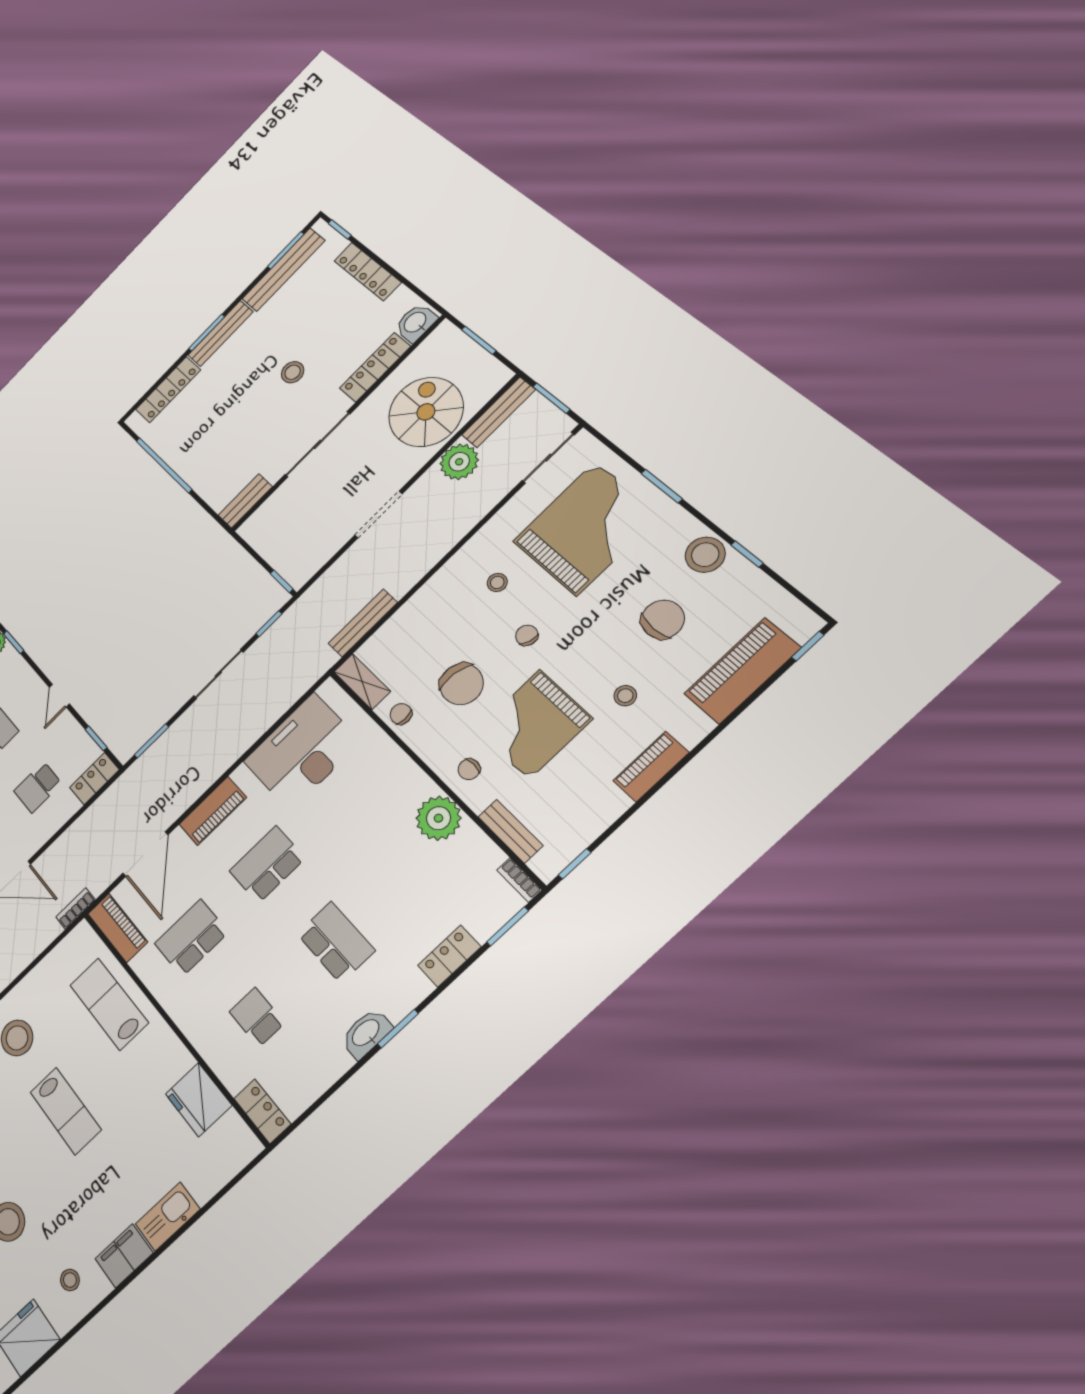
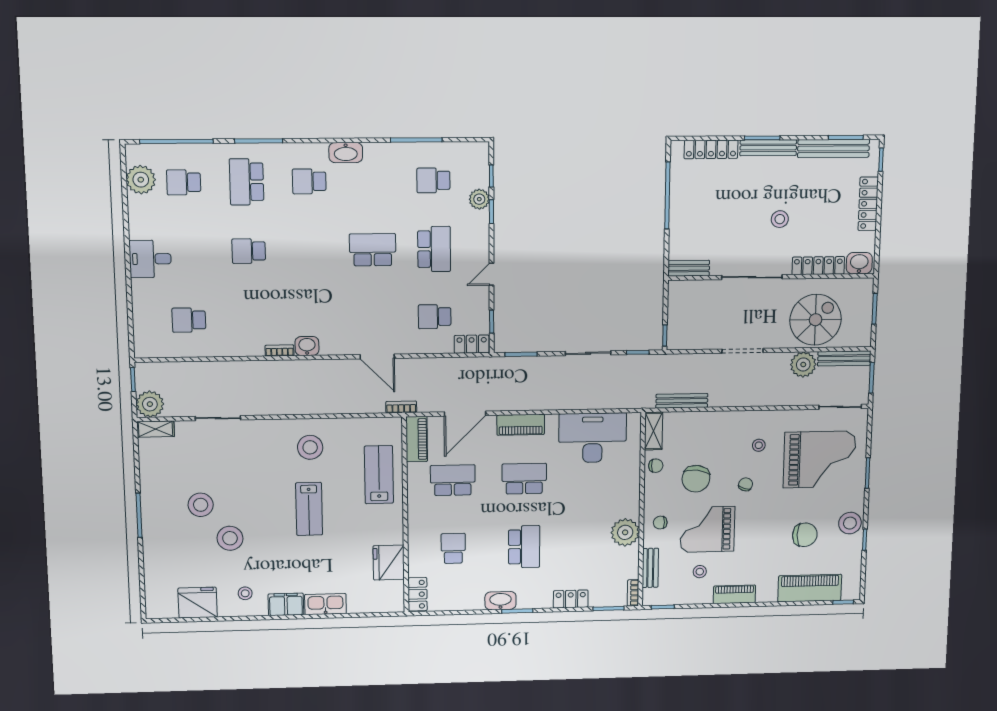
stool: (625, 696) -> (700, 572), moved
chair: (401, 714) -> (656, 466), turned 90

